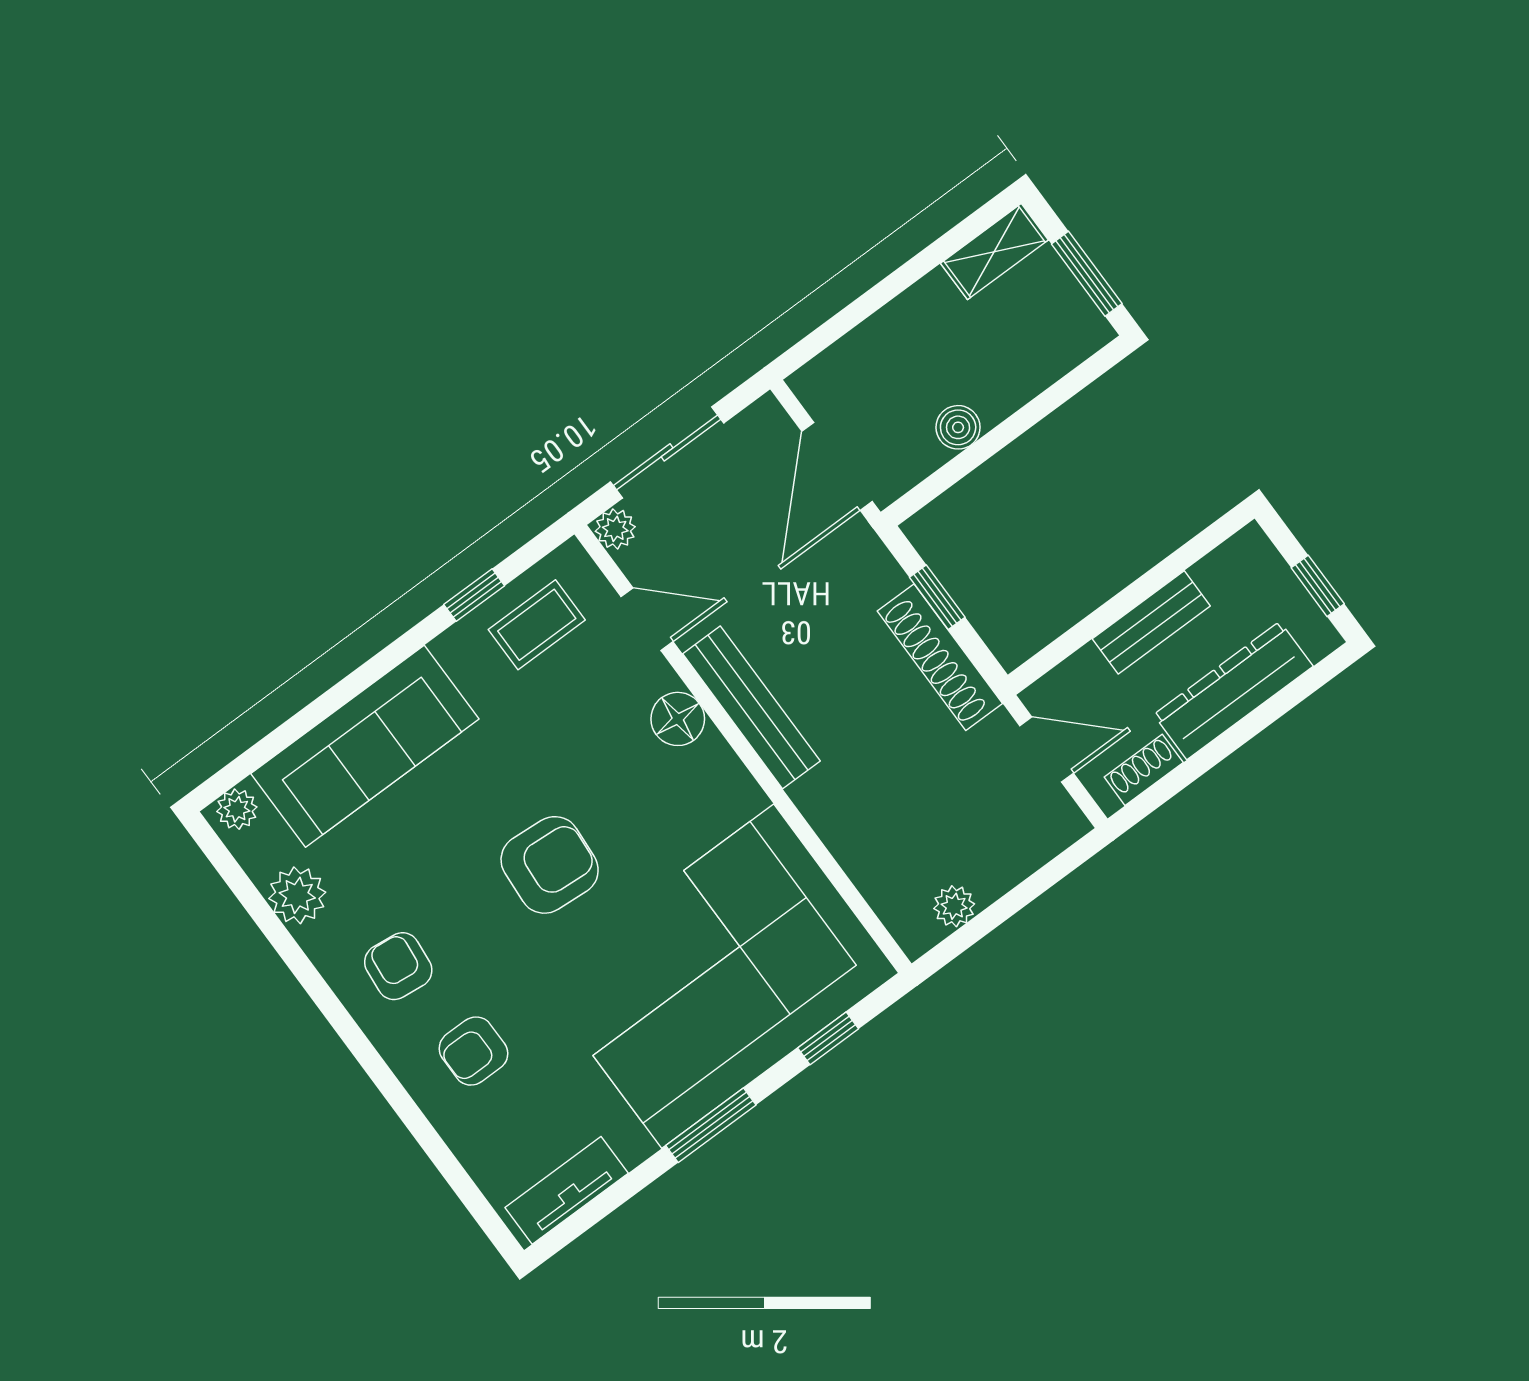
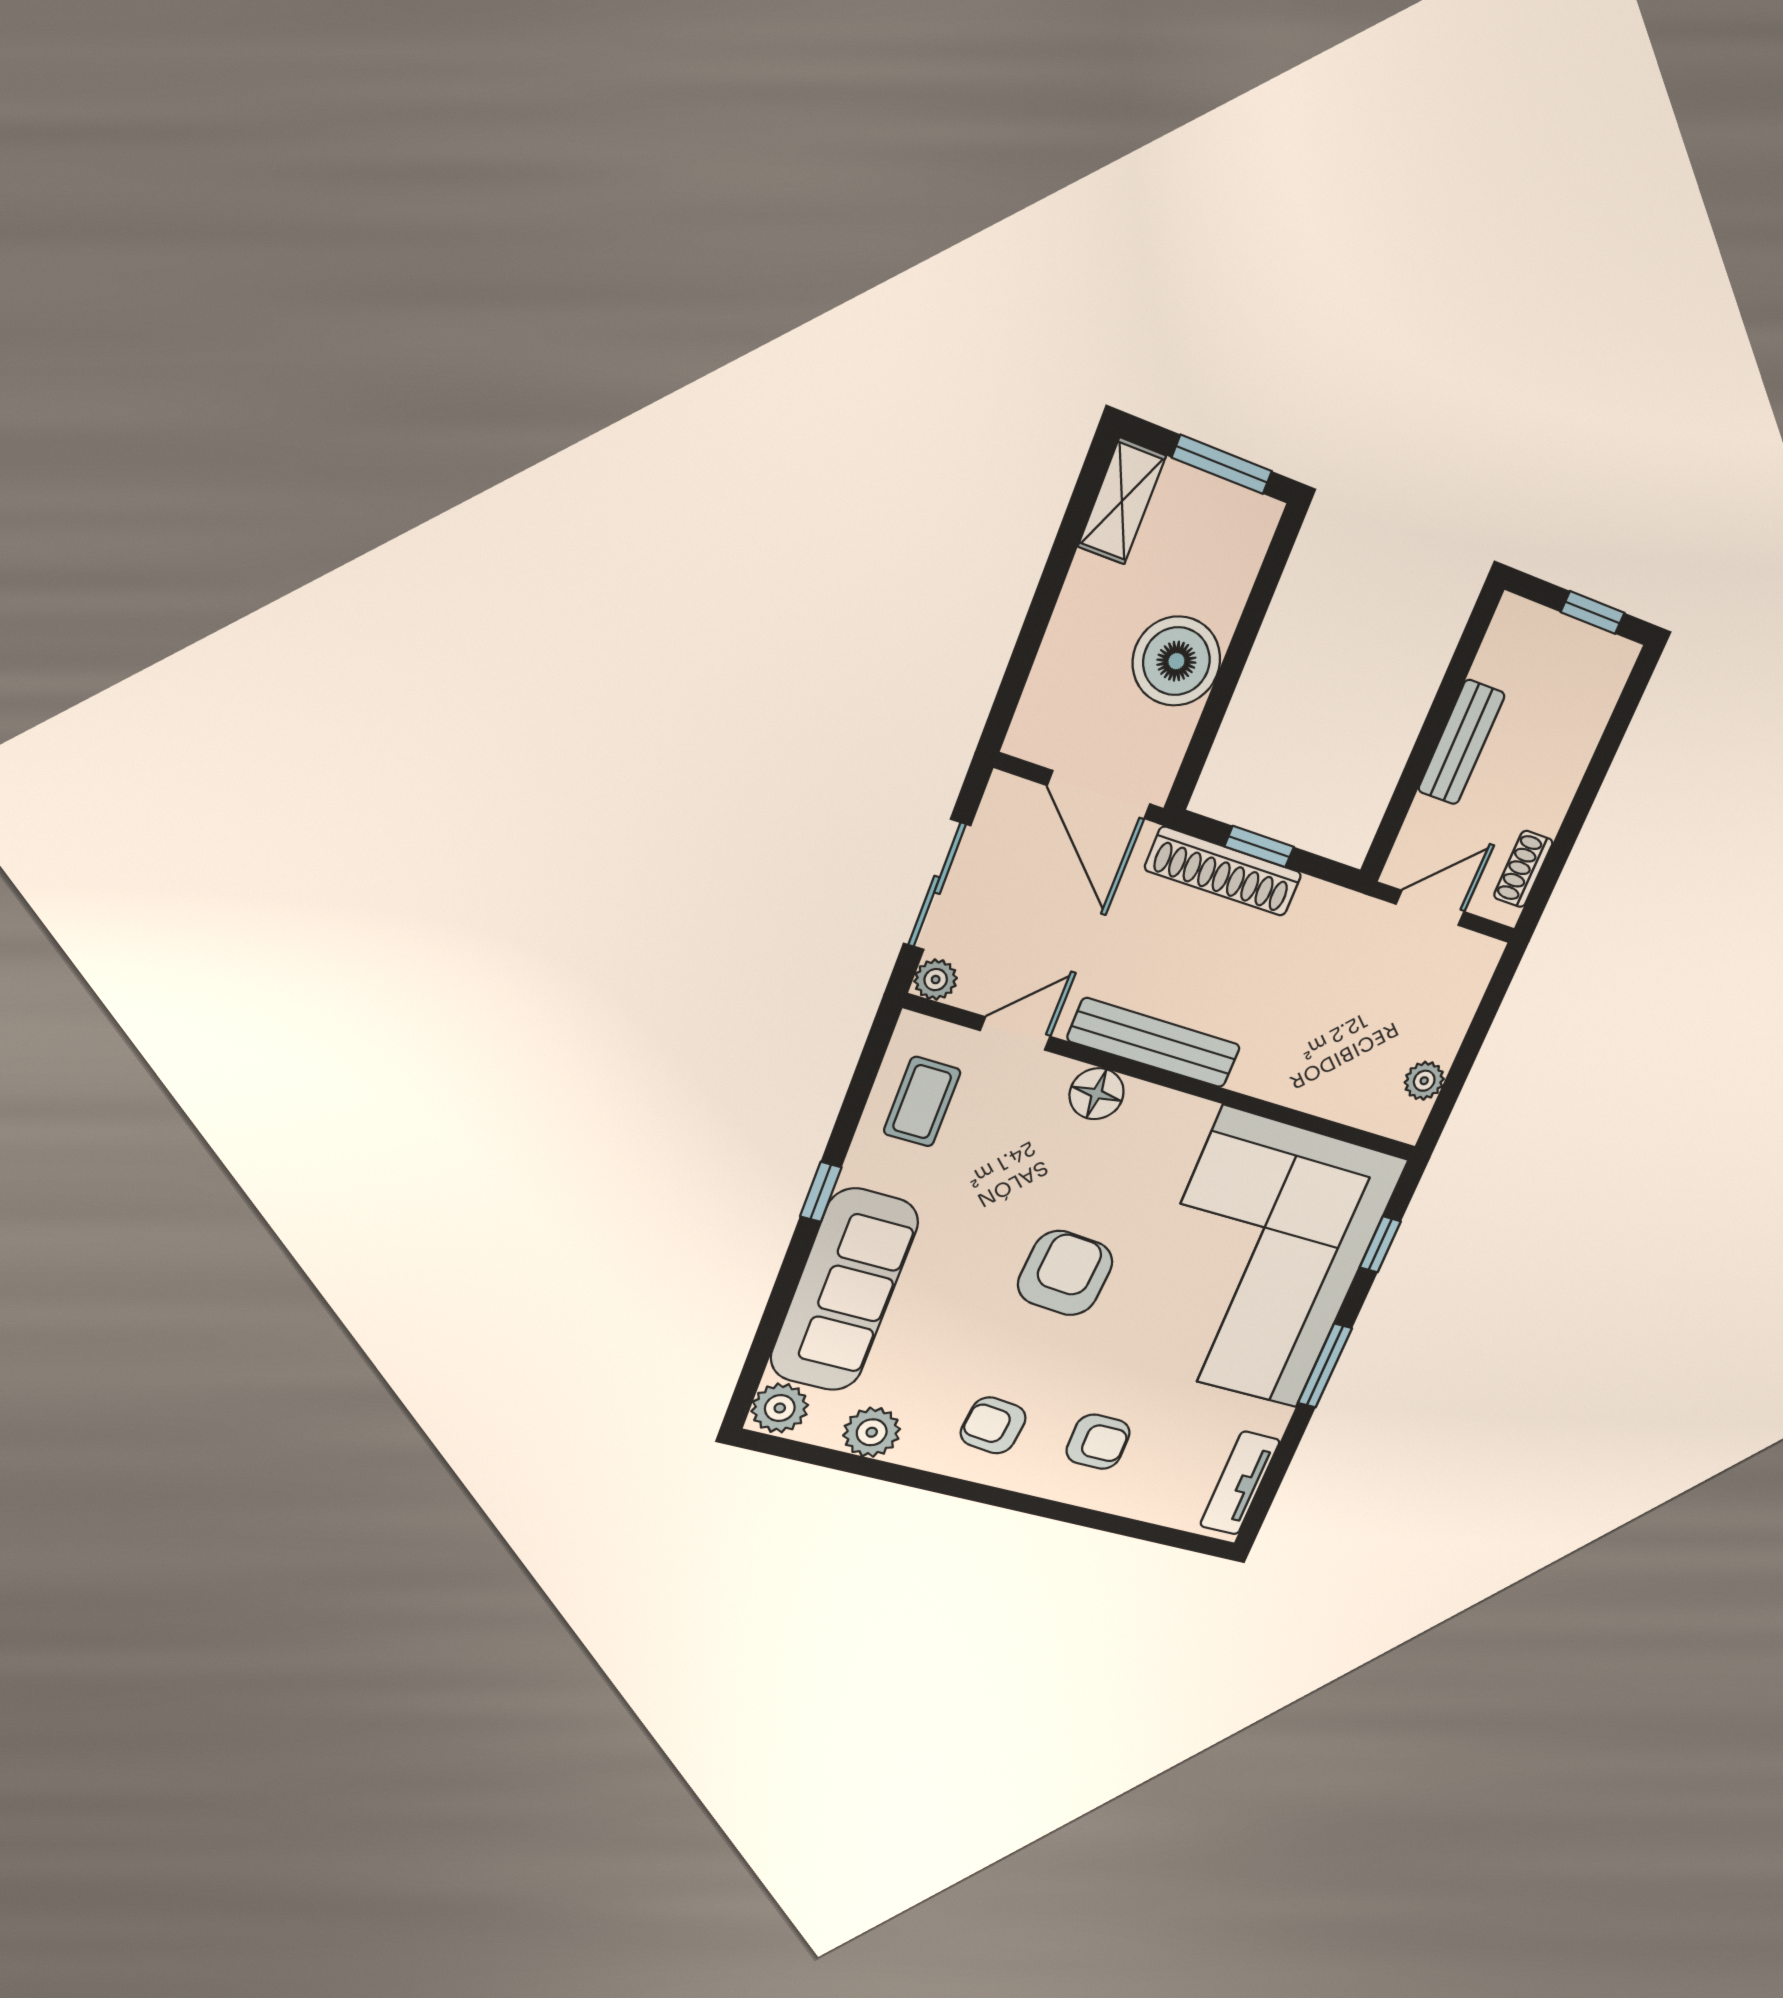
boiler: (958, 427) -> (1176, 661), width x1.86, depth x1.86
window: (474, 595) -> (821, 1192), moved
shoe rack: (940, 657) -> (1223, 871), moved
dresser: (1233, 690) -> (1565, 752), removed
plant: (237, 809) -> (780, 1408), width x1.38, depth x1.38
armchair: (473, 1051) -> (1098, 1442), turned -90

